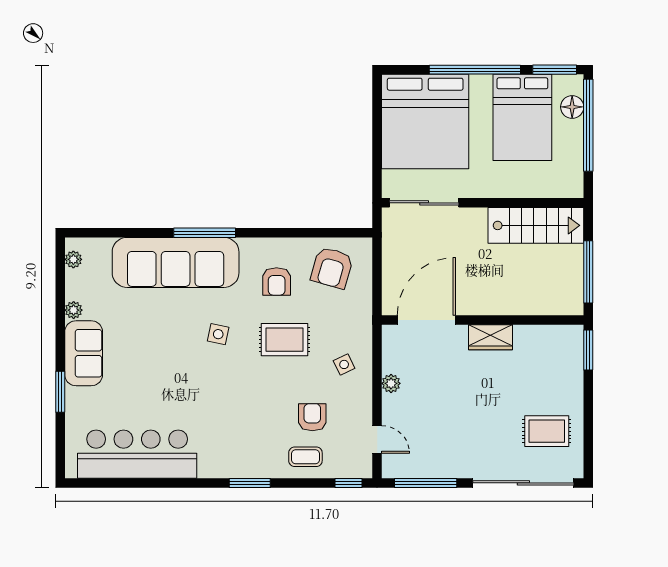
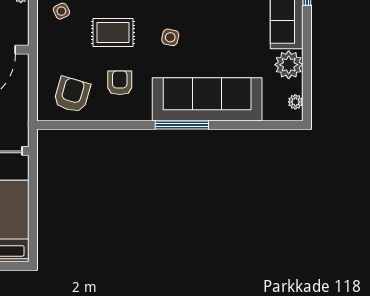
plant: (74, 310) -> (289, 65), width x1.87, depth x1.87

